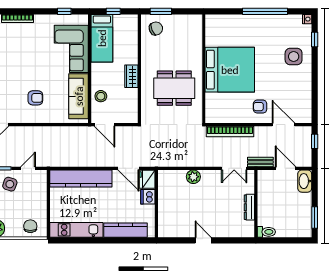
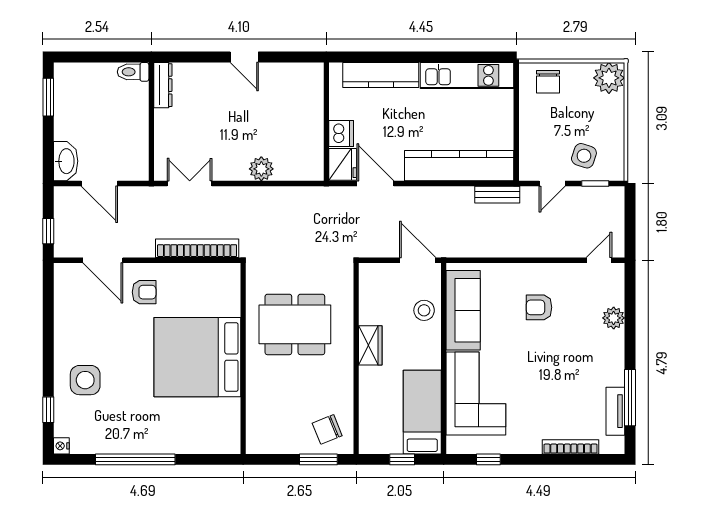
bench: (260, 162) -> (497, 195), moved
dresser: (249, 207) -> (163, 85), moved

